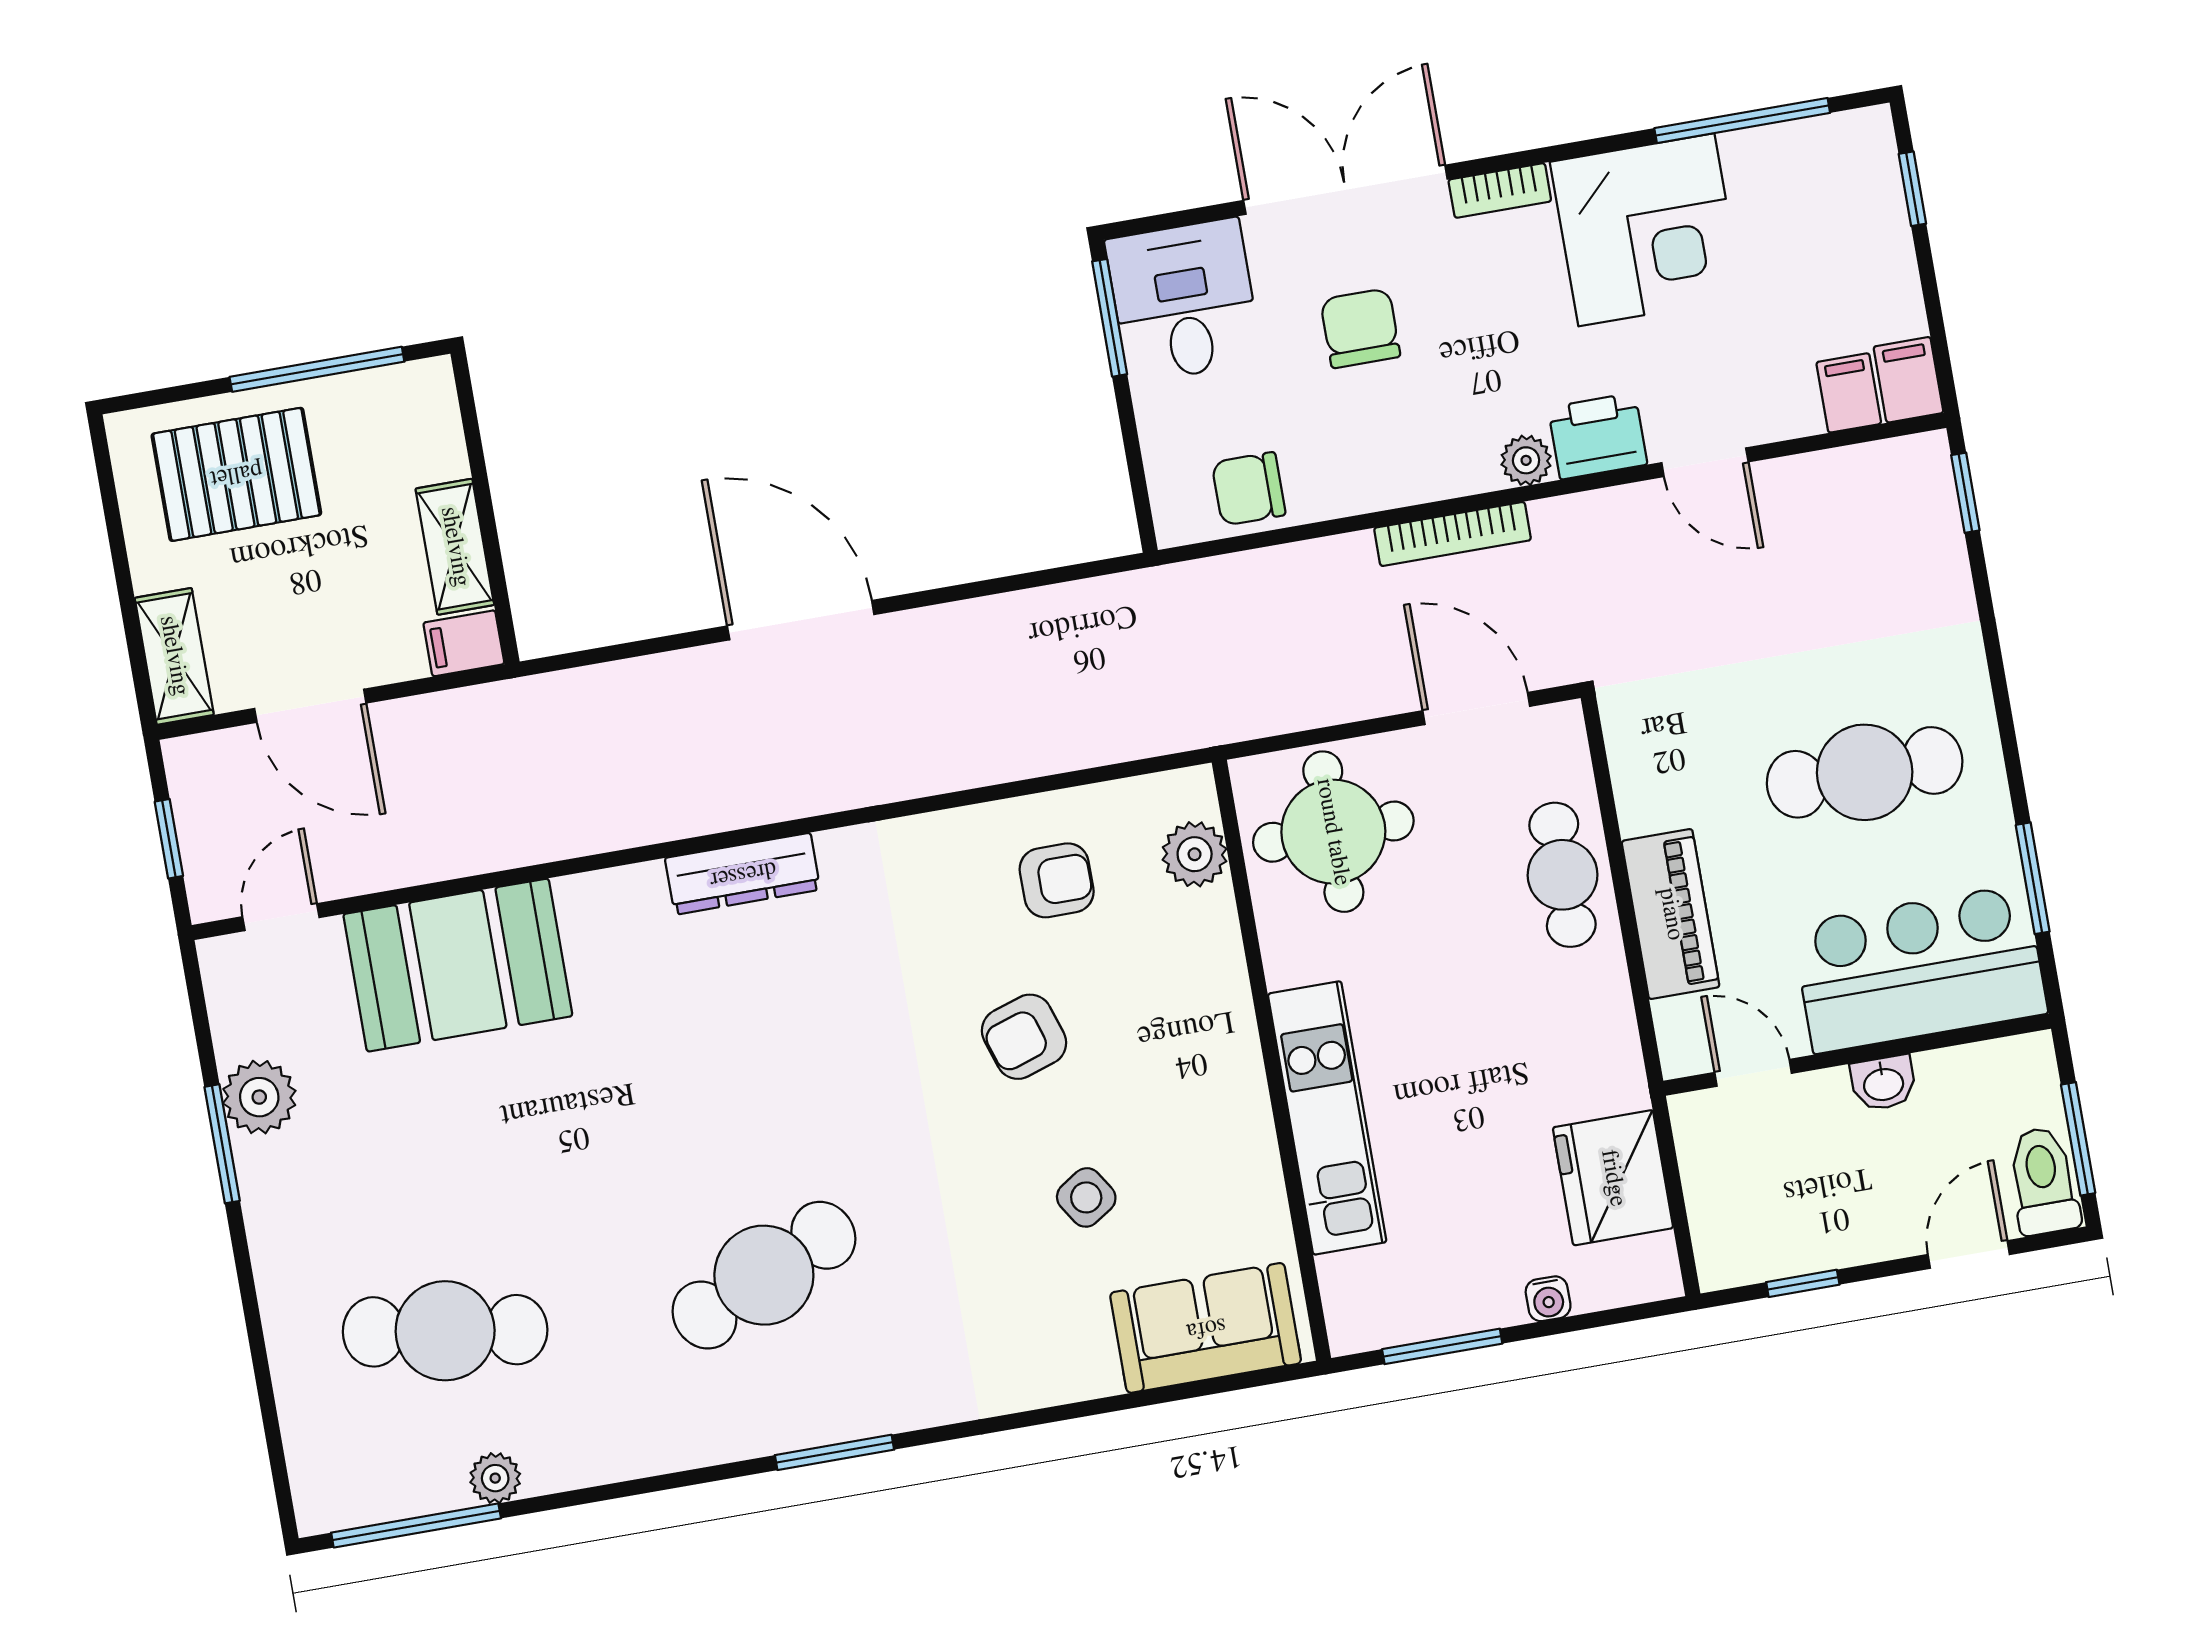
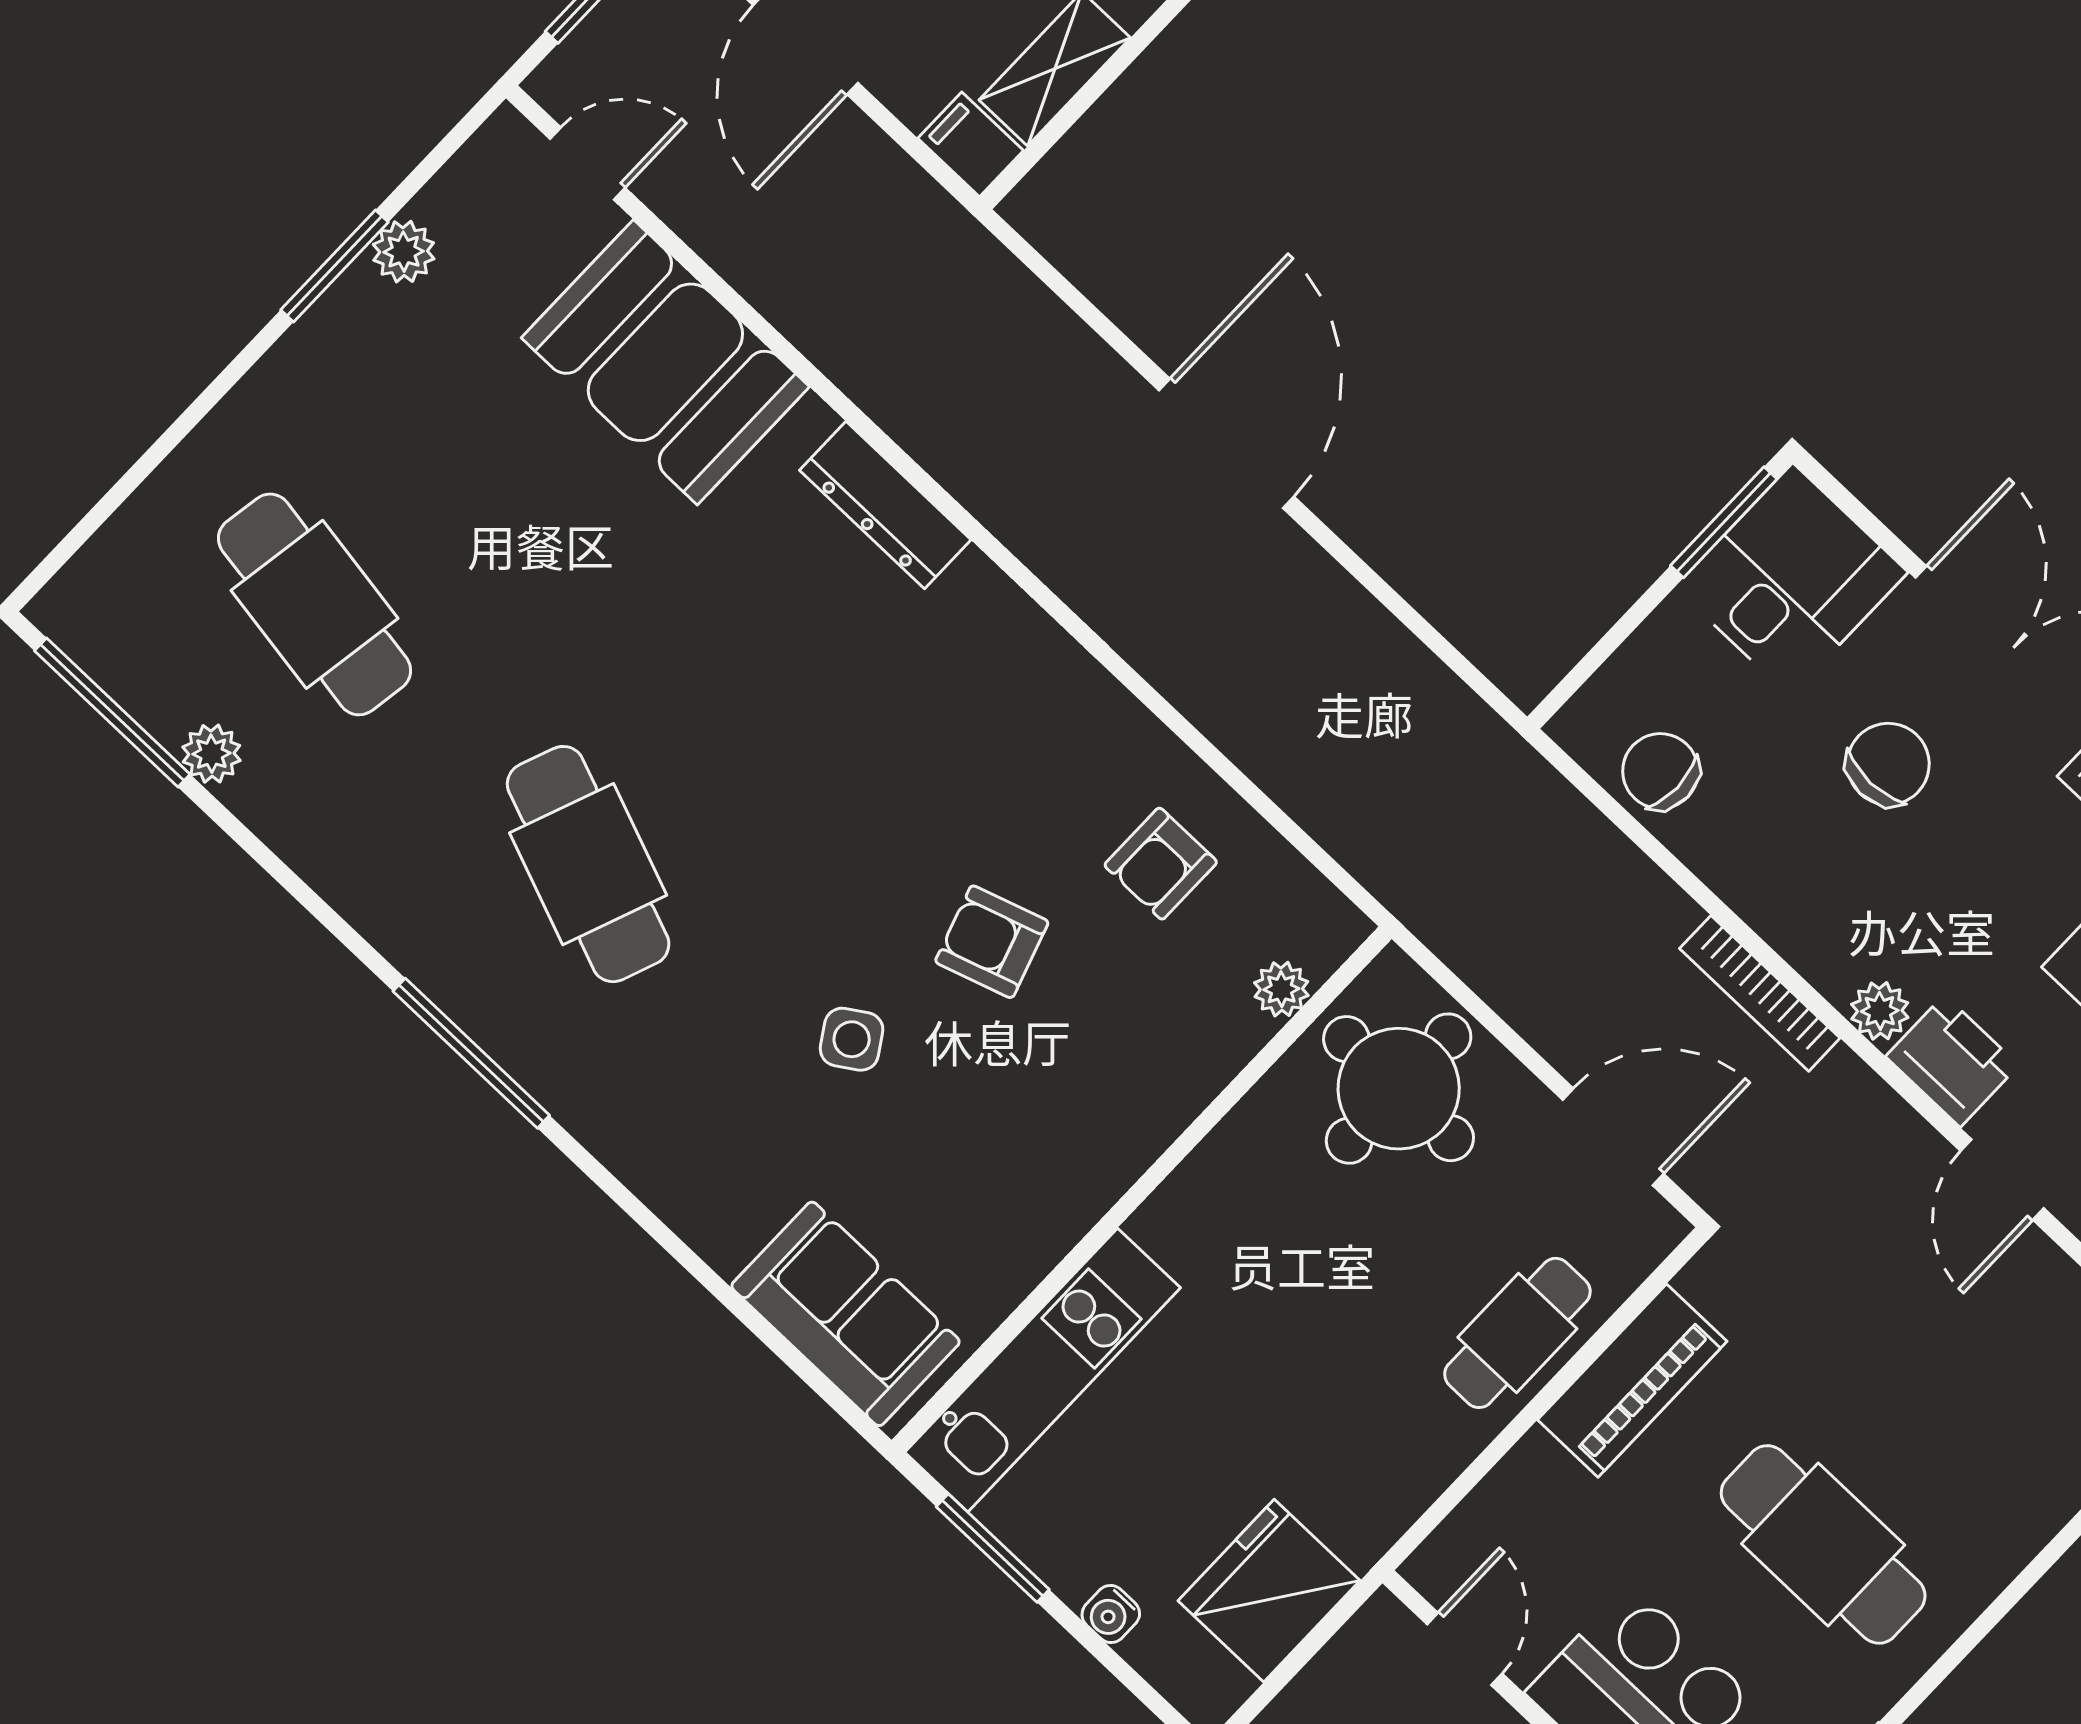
door: (1476, 709) -> (1613, 1137), hinge flipped
plant: (1195, 854) -> (1281, 989), width x0.73, depth x0.73
dresser: (743, 874) -> (885, 505), moved
armchair: (1057, 880) -> (1161, 864), turned 90
piano: (1671, 914) -> (1632, 1381), moved
plant: (259, 1097) -> (404, 252), width x0.73, depth x0.73
kitchen unit: (1327, 1118) -> (1043, 1370), moved
side table: (1086, 1197) -> (852, 1039), moved
cafe table: (764, 1275) -> (588, 864), turned 45
window: (835, 1452) -> (471, 1053), width x1.44

